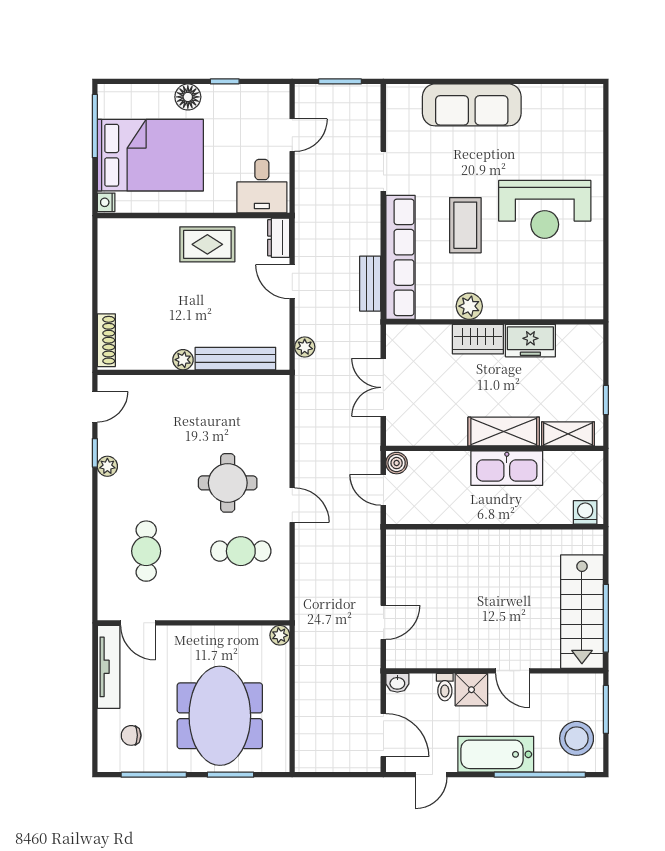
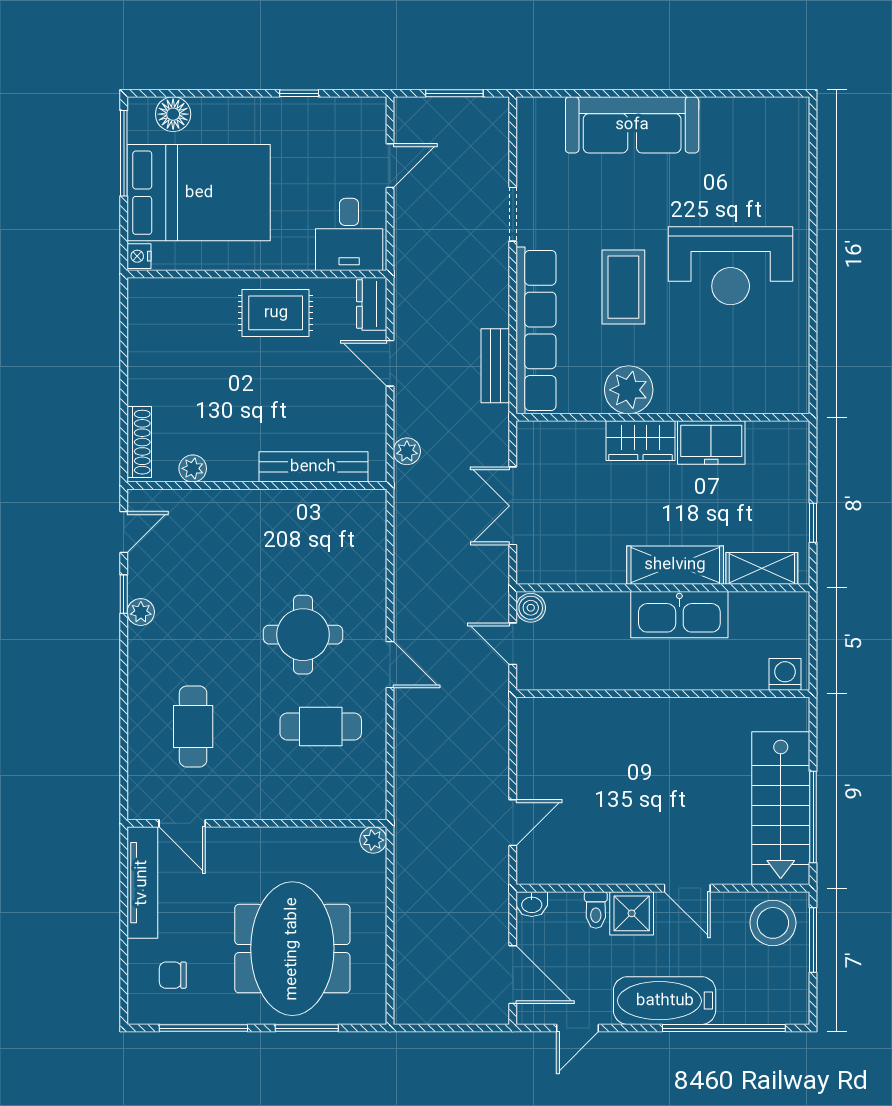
floor lamp: (188, 97) -> (173, 114), moved
plant: (469, 306) -> (629, 390), width x1.36, depth x1.36
plant: (183, 360) -> (193, 468), moved
stool: (577, 738) -> (773, 923), moved

